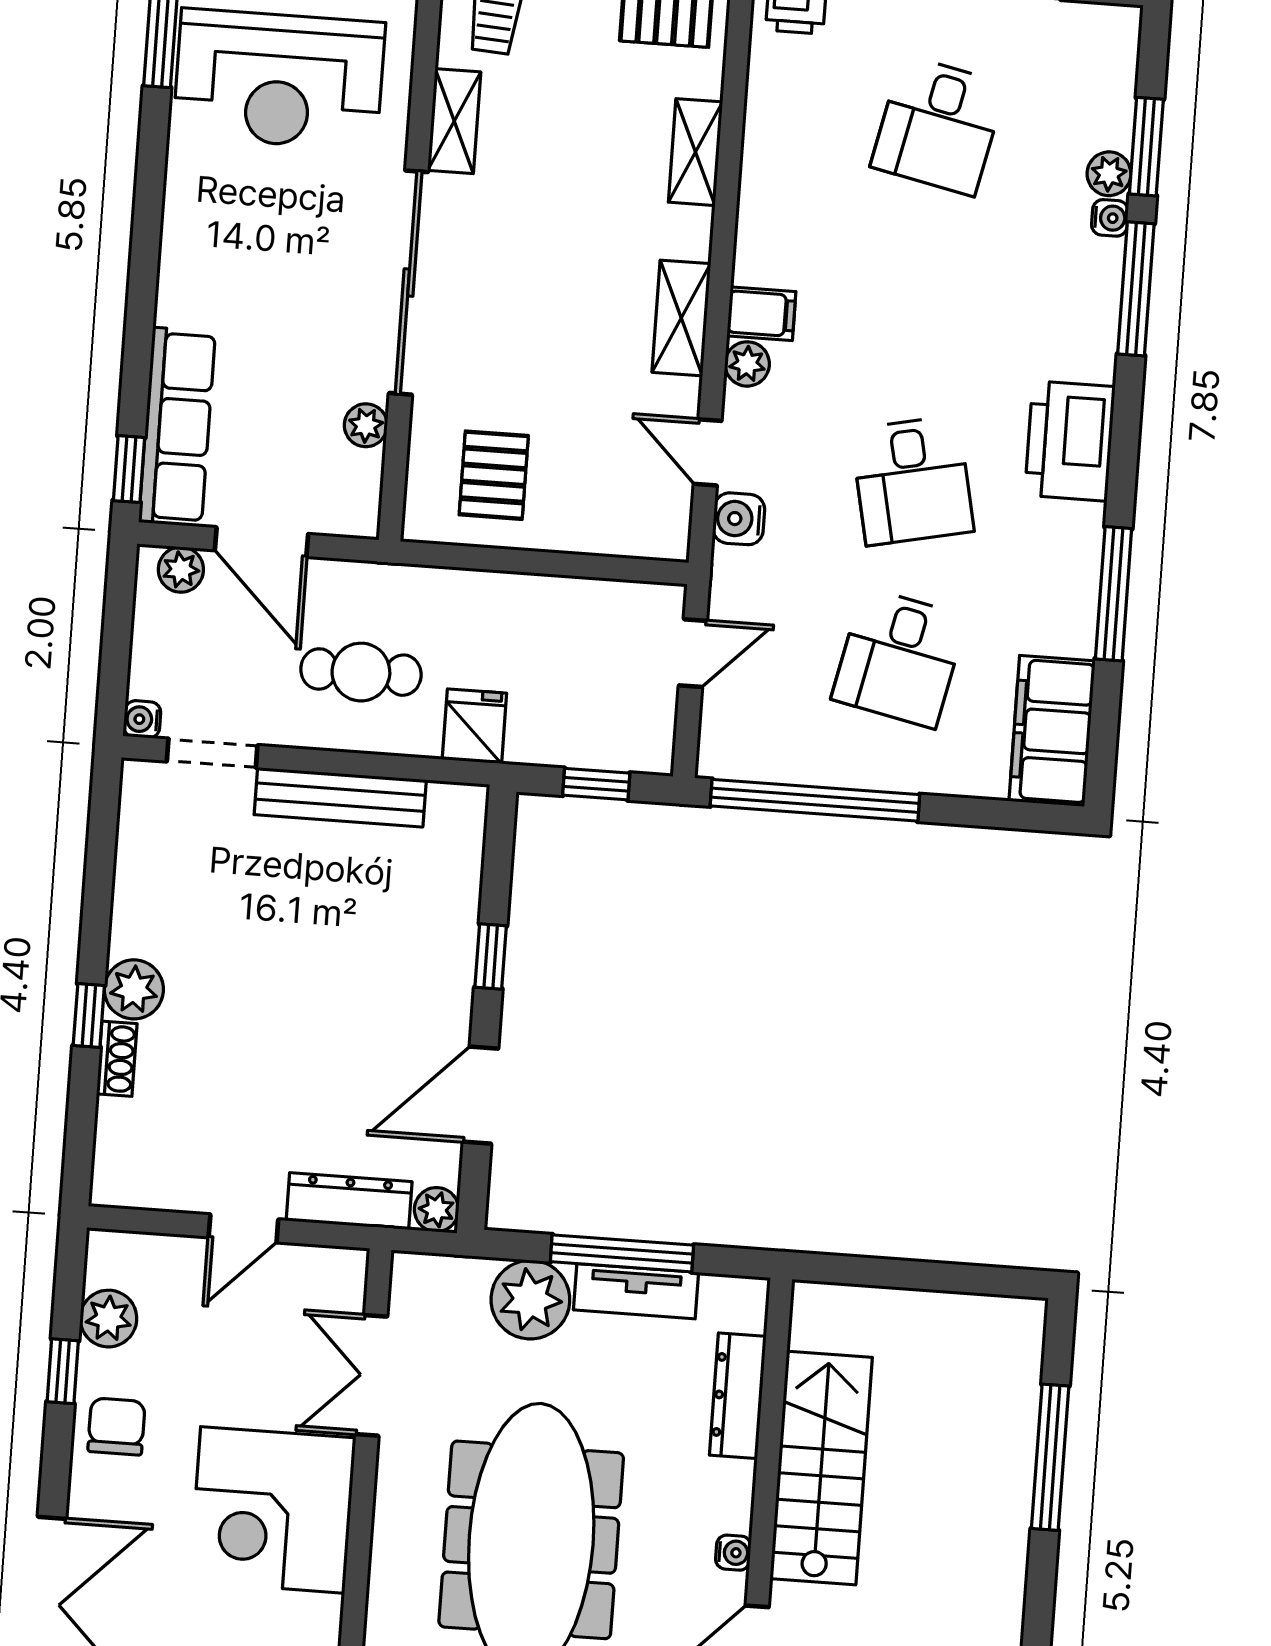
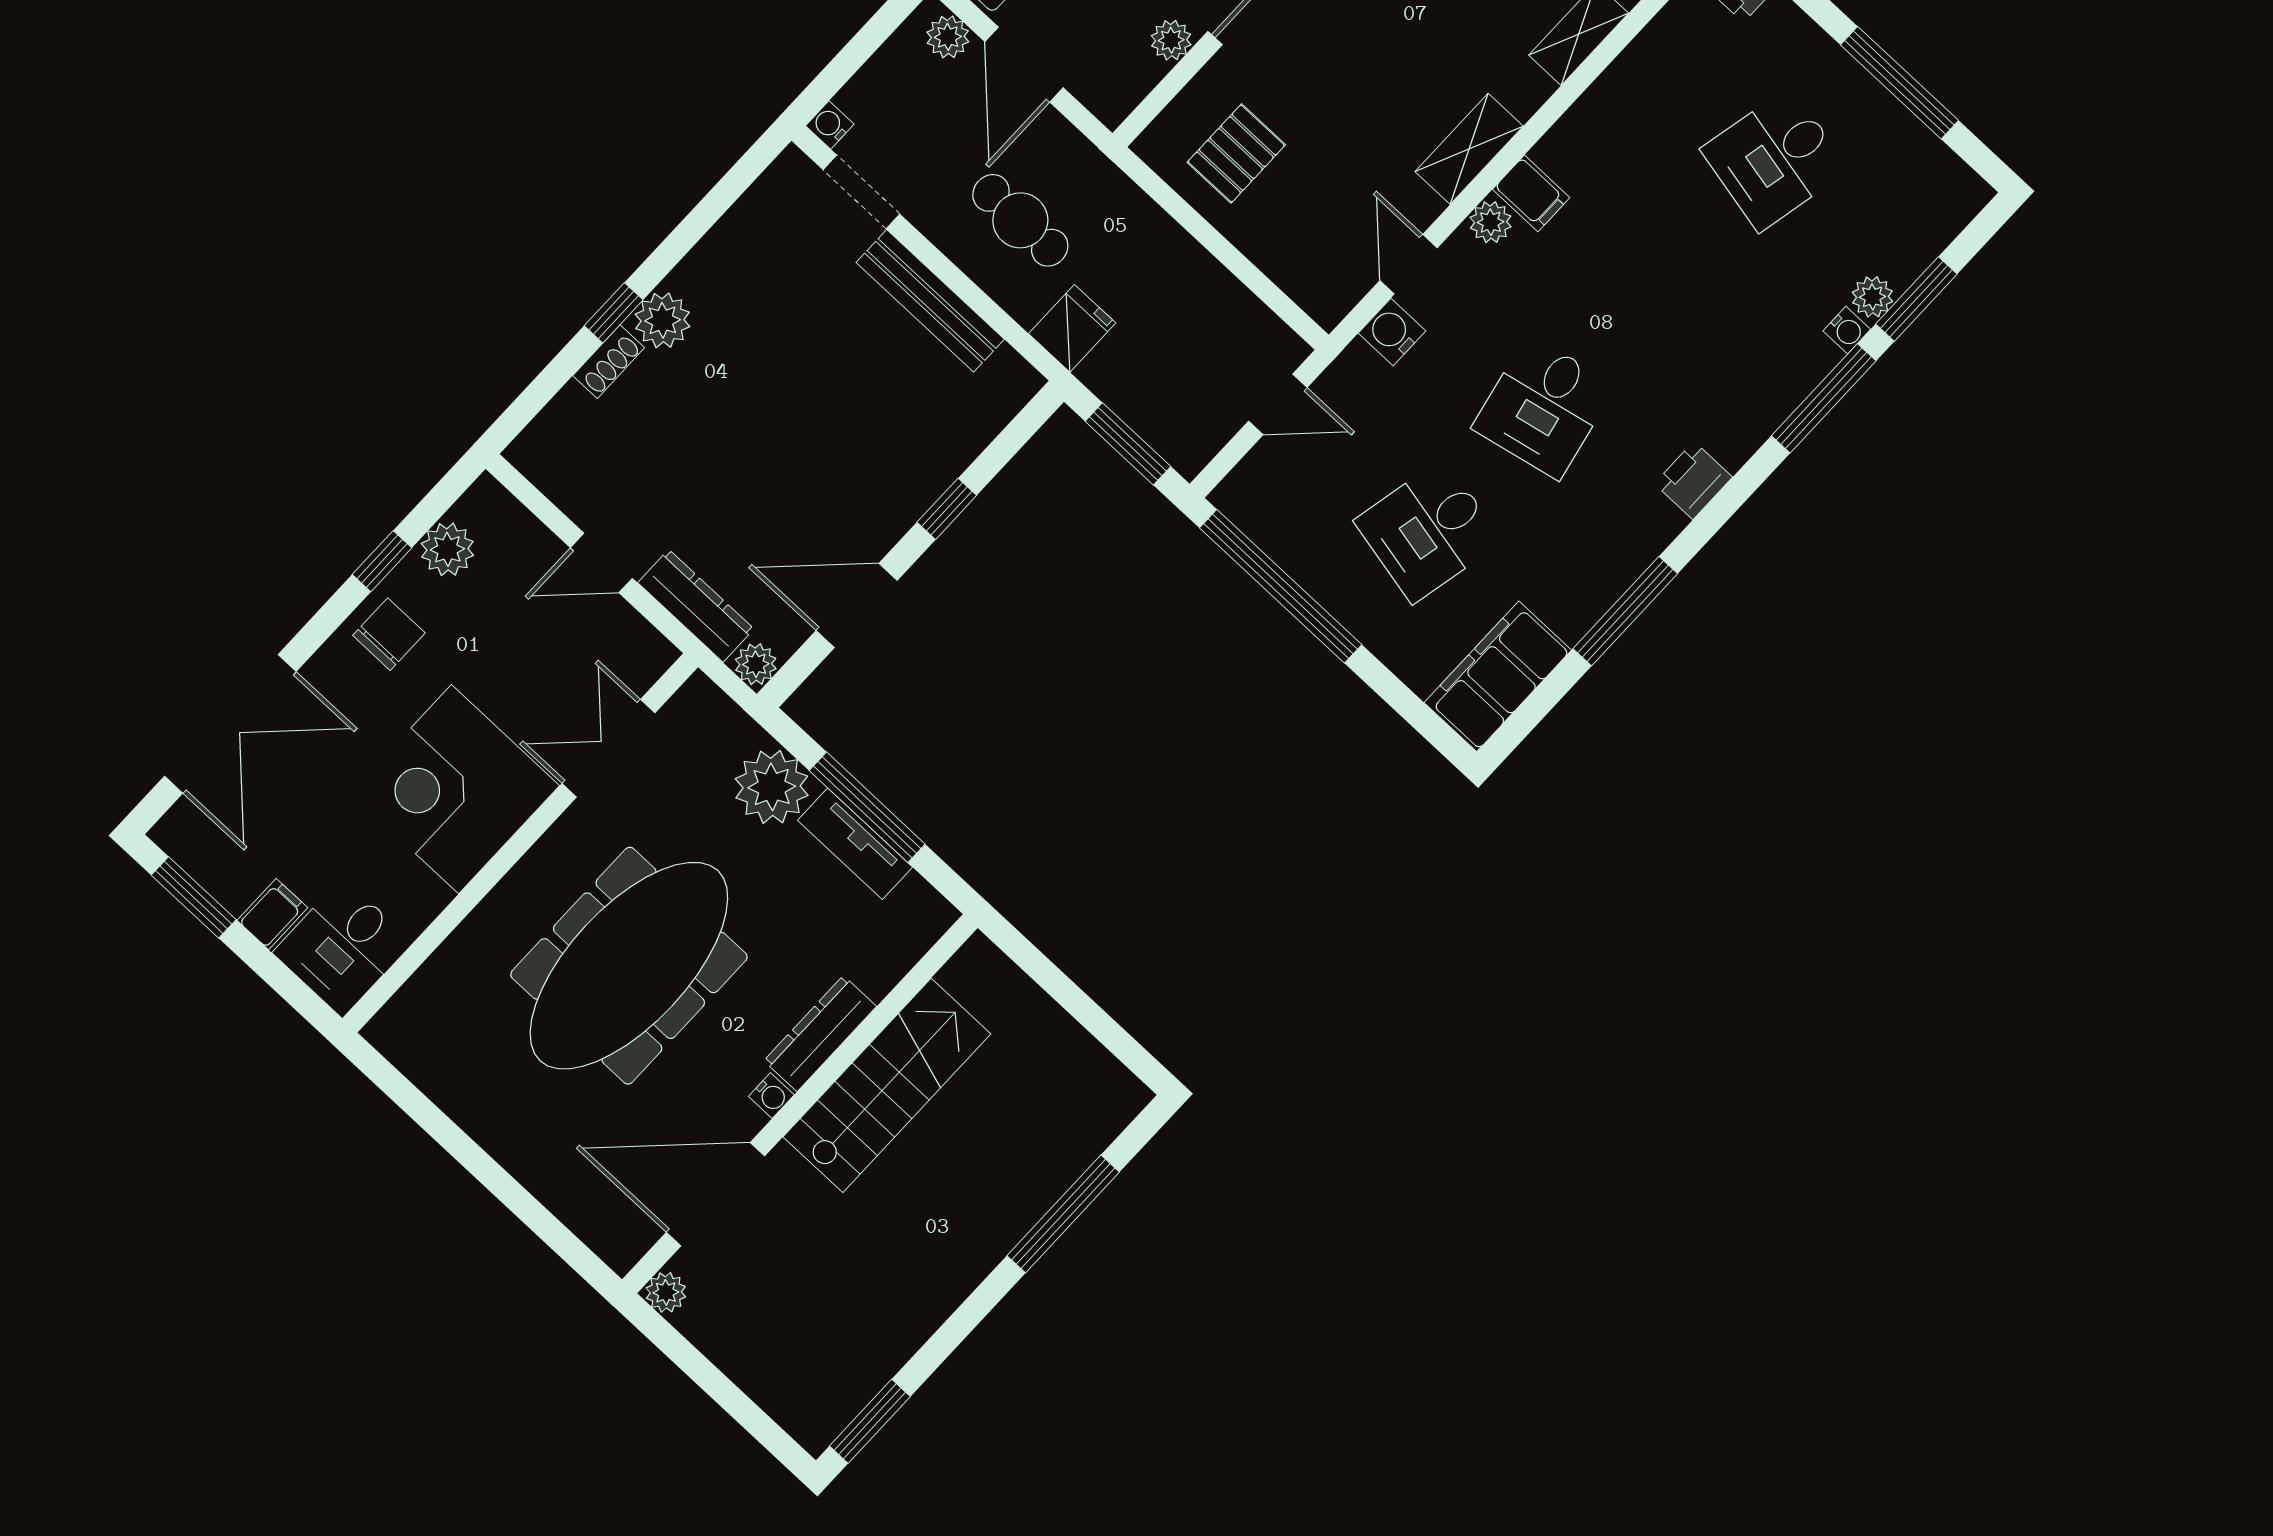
printer: (1070, 441) -> (1693, 480), width x0.53, depth x0.68
window: (596, 784) -> (1128, 444), width x1.50
dresser: (738, 1396) -> (820, 1034), moved

